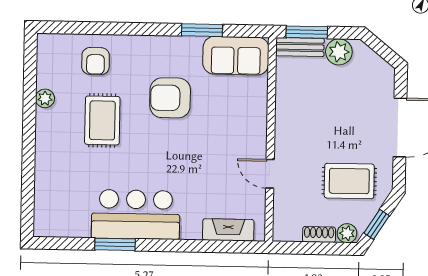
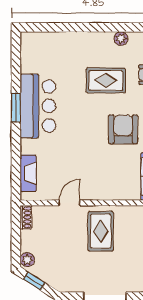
rug: (349, 181) -> (101, 231), moved
shoe rack: (319, 235) -> (26, 217), moved
window: (115, 244) -> (16, 107), moved

